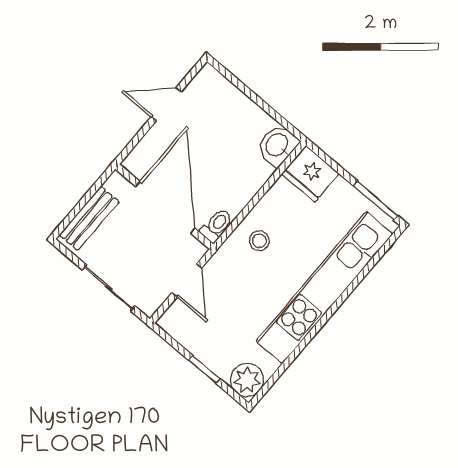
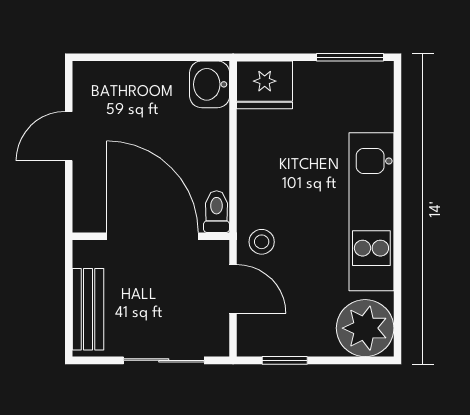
stool: (259, 241) -> (262, 242), moved
kitchen unit: (324, 287) -> (371, 212), width x0.73
window: (204, 369) -> (285, 360), moved
plant: (247, 380) -> (365, 328), width x1.36, depth x1.36

